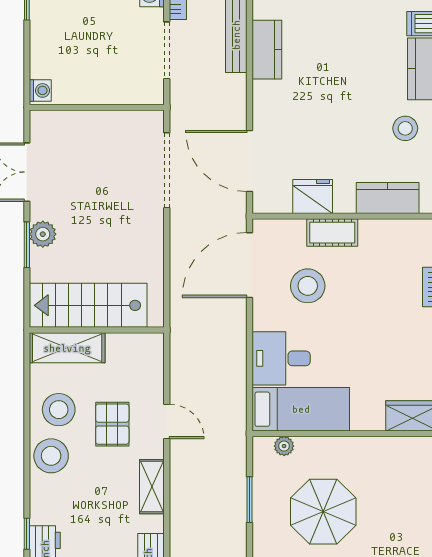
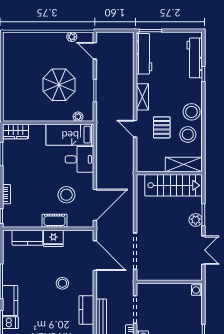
stool: (405, 128) -> (62, 283), moved
fridge: (313, 196) -> (53, 238), moved

